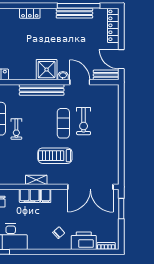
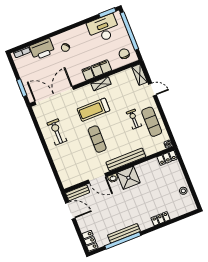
locker: (113, 25) -> (90, 241), width x0.66
exercise bike: (84, 121) -> (57, 132), moved
treadmill: (55, 156) -> (94, 110), turned 180

